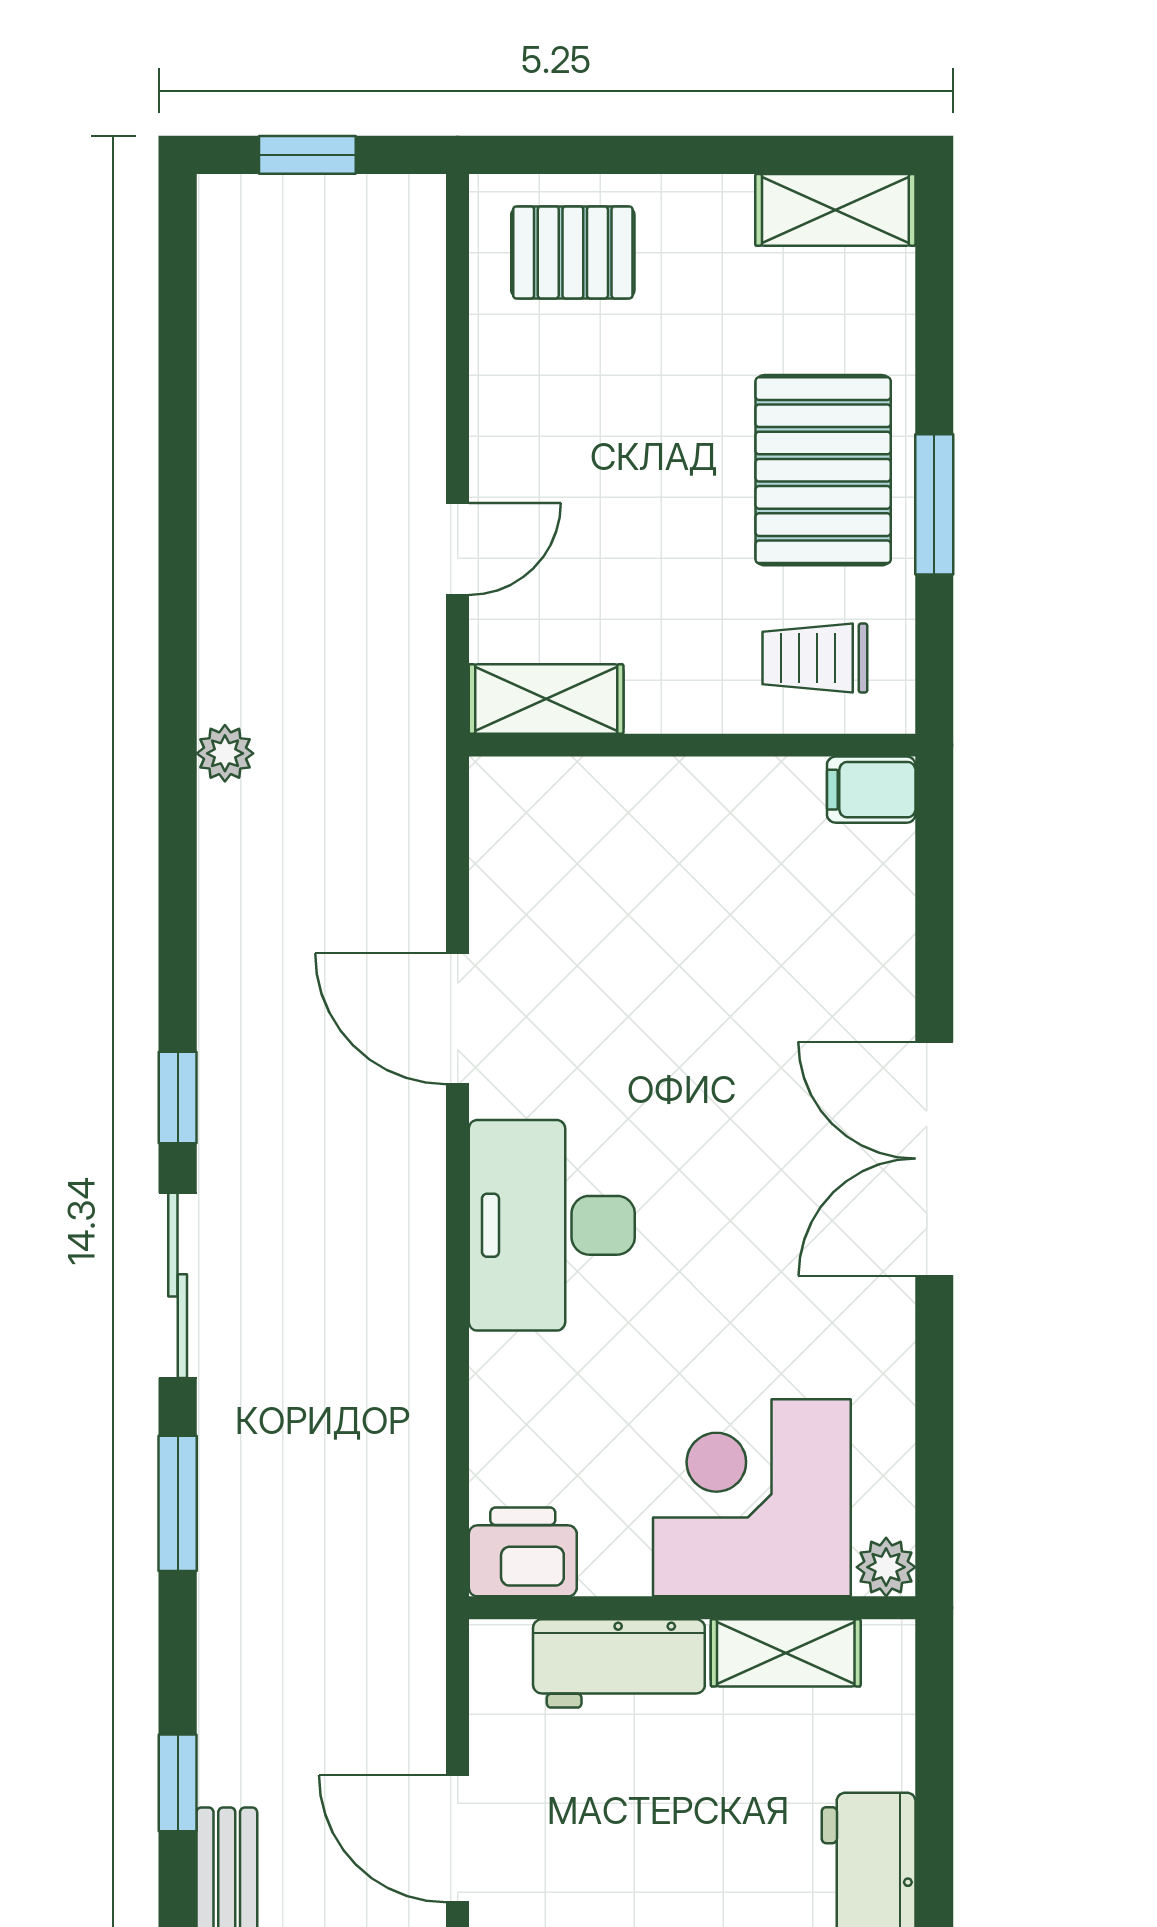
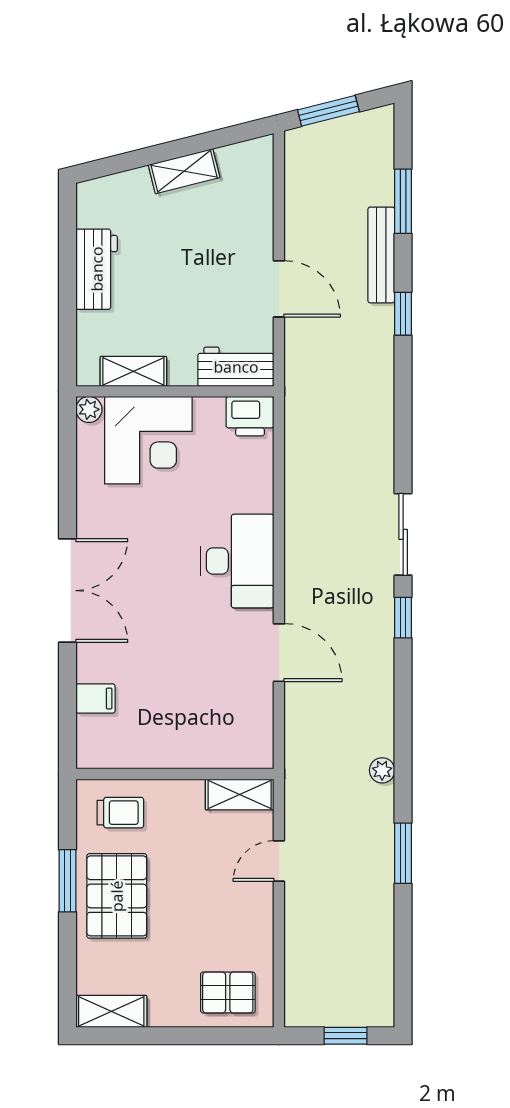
filing cabinet: (871, 790) -> (95, 698), moved
window: (178, 1503) -> (403, 853), moved
workbench: (619, 1663) -> (236, 367), moved

